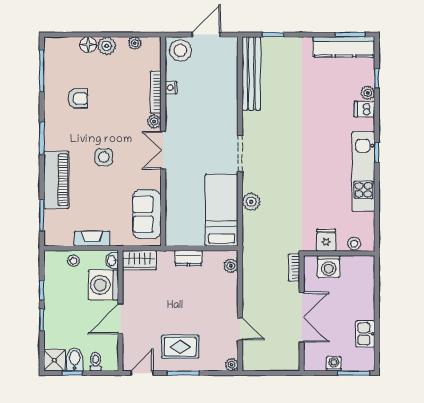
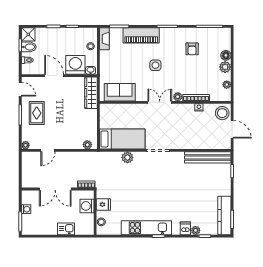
fireplace: (92, 239) -> (104, 39), moved
dresser: (188, 258) -> (92, 118), removed
wardrobe: (139, 260) -> (91, 93), width x1.50
kitchen sink: (365, 334) -> (66, 229), moved

